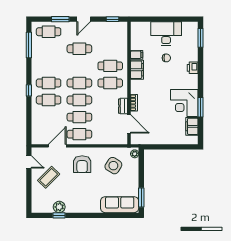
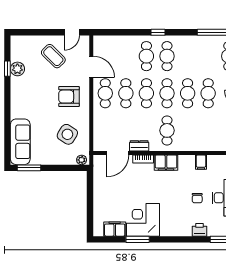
cafe table: (110, 66) -> (188, 93), moved
printer: (193, 68) -> (199, 230), moved
filing cabinet: (137, 70) -> (166, 163), moved

